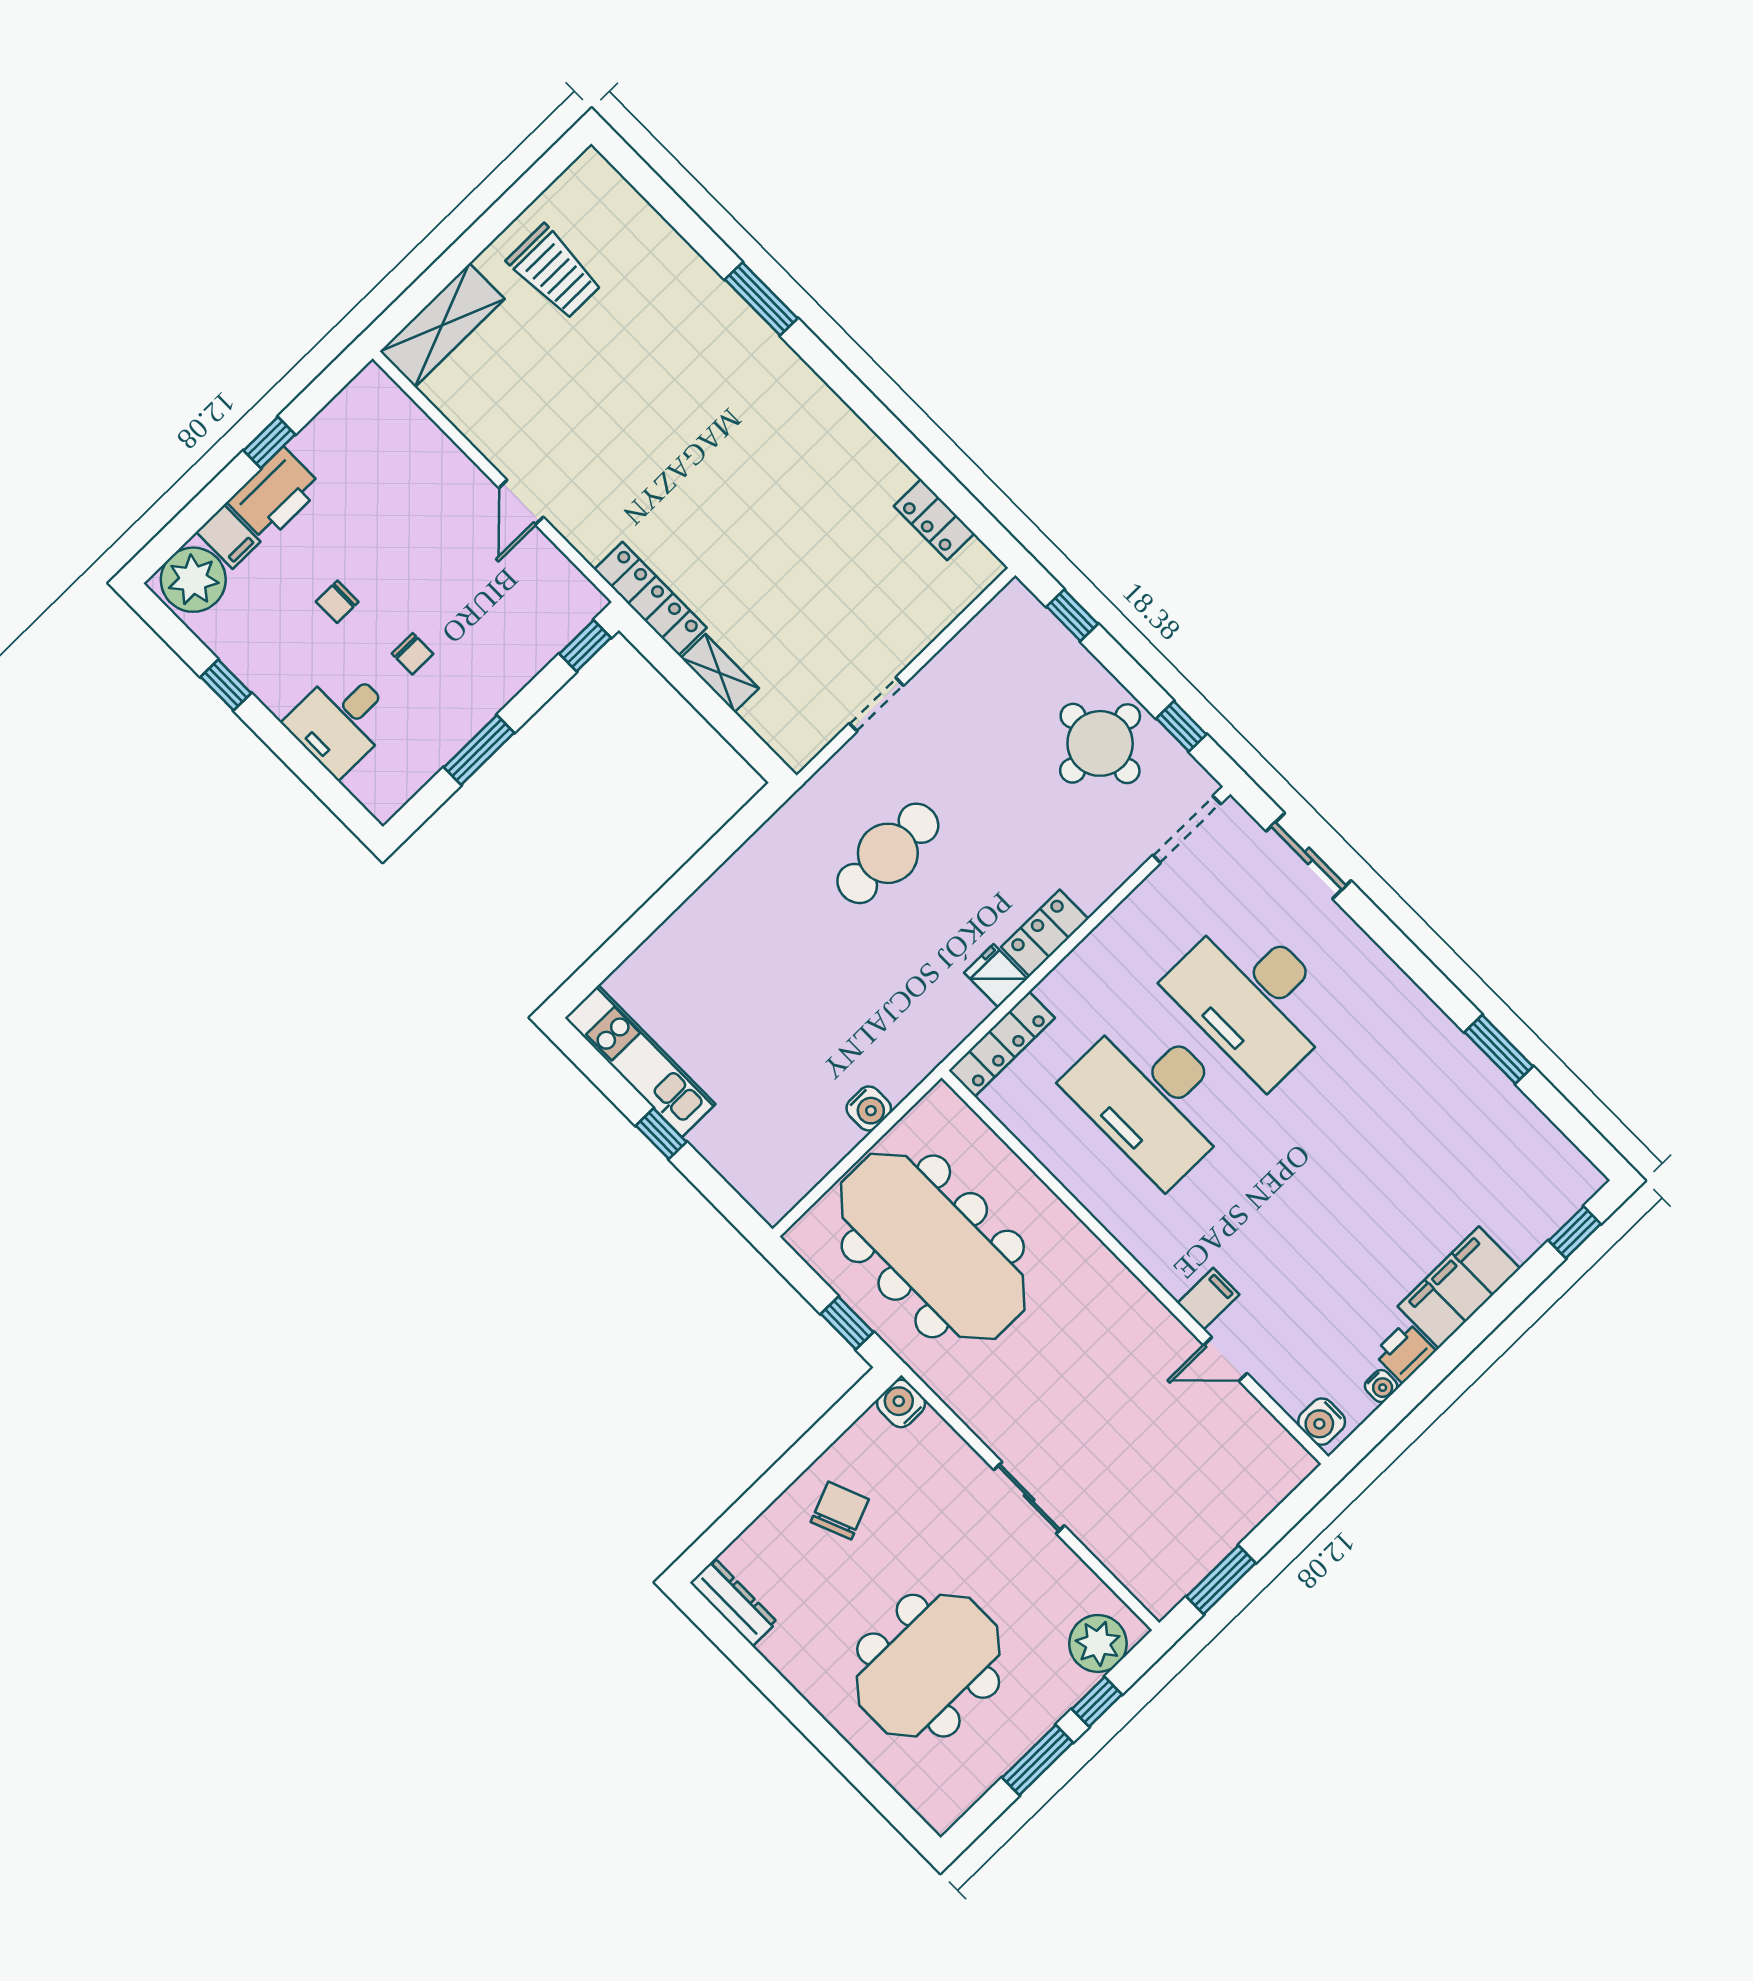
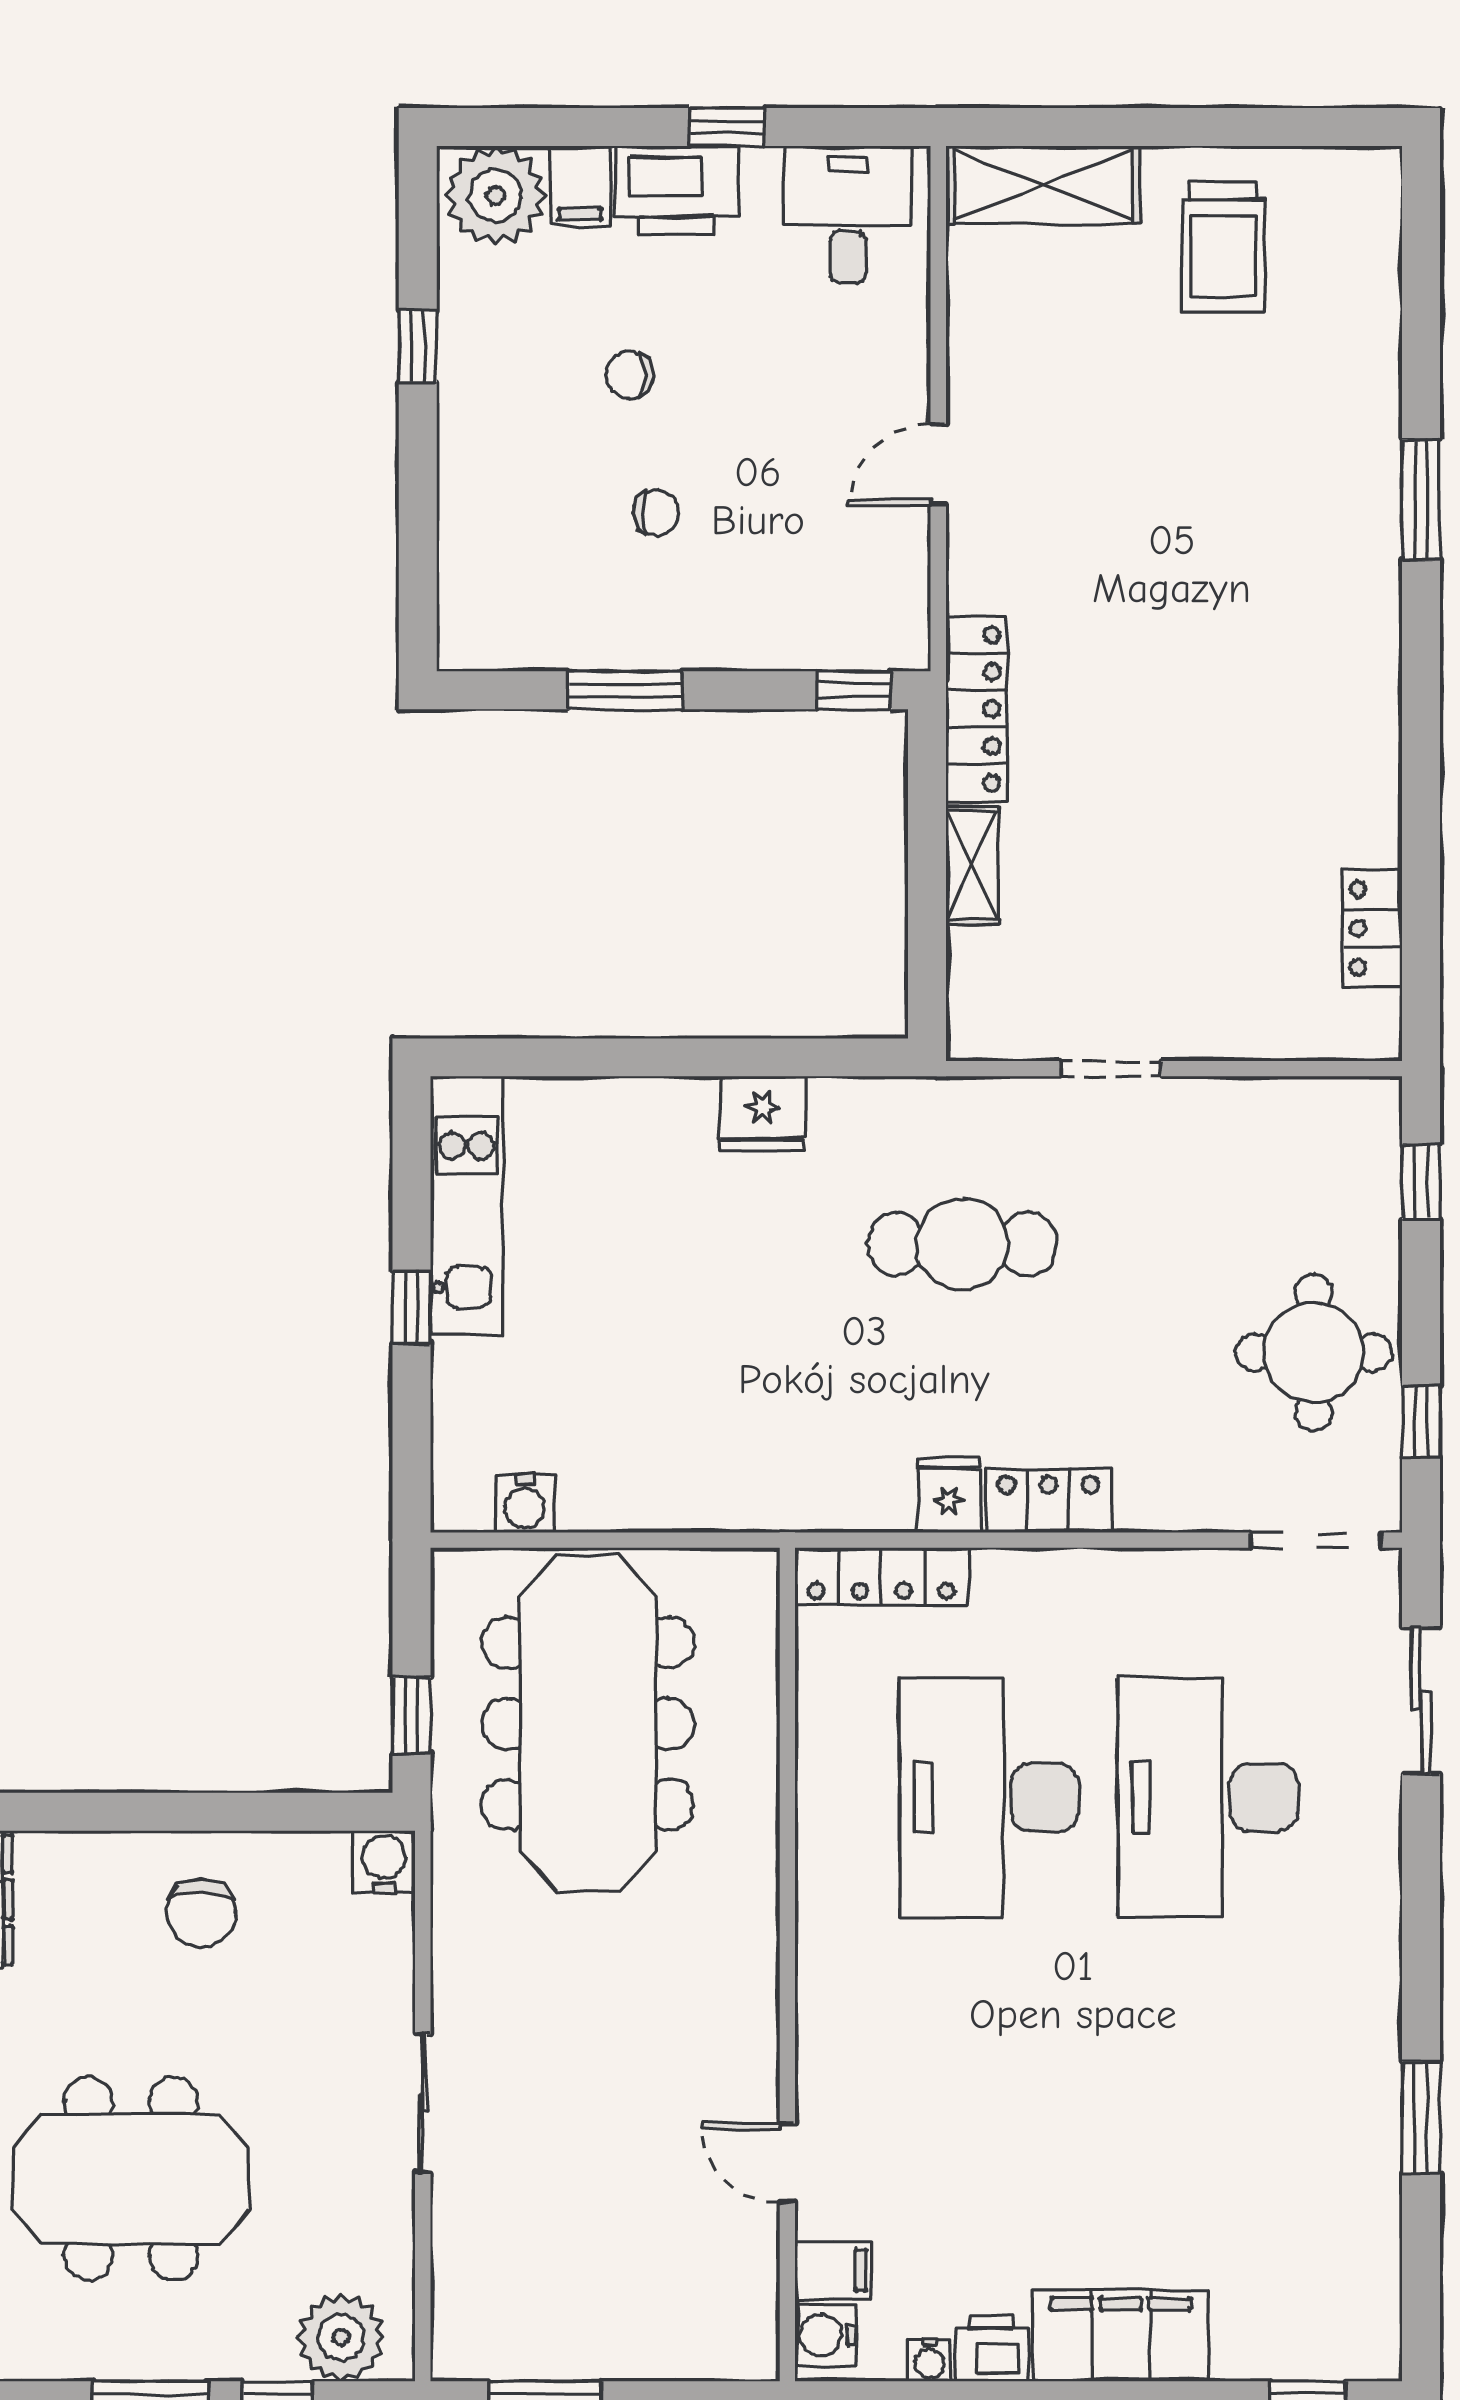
chair: (413, 654) -> (656, 513), turned -90
desk: (341, 721) -> (848, 215), moved, turned 90
fridge: (735, 883) -> (763, 1113), added
water cooler: (869, 1108) -> (525, 1503), moved
filing cabinet: (1208, 1299) -> (834, 2270), moved
chair: (840, 1511) -> (201, 1913), turned 112

